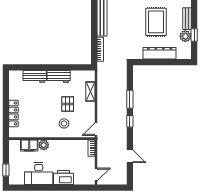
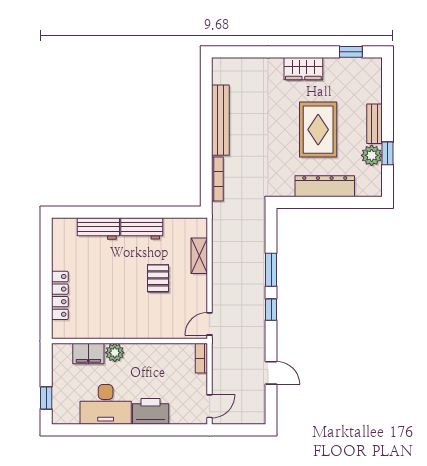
stool: (64, 123) -> (152, 314), removed

